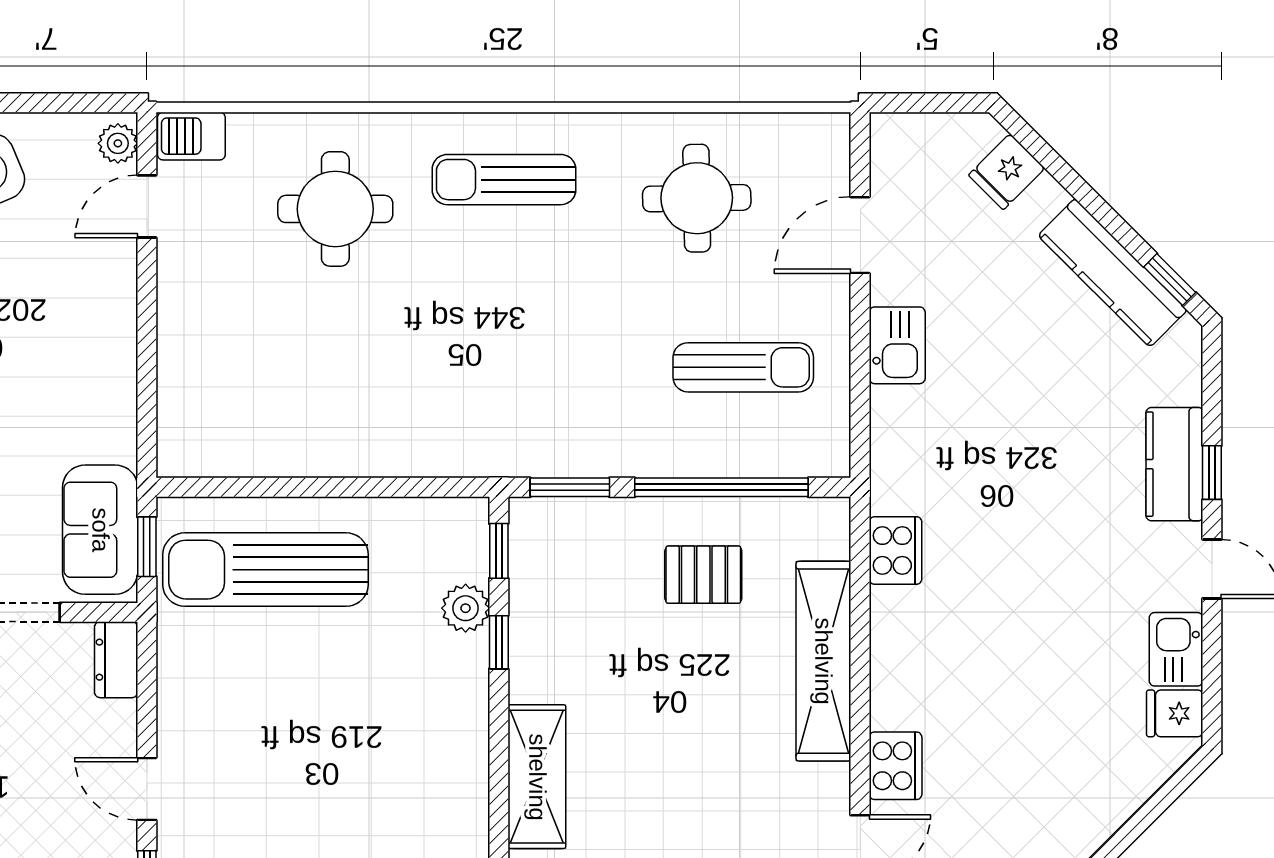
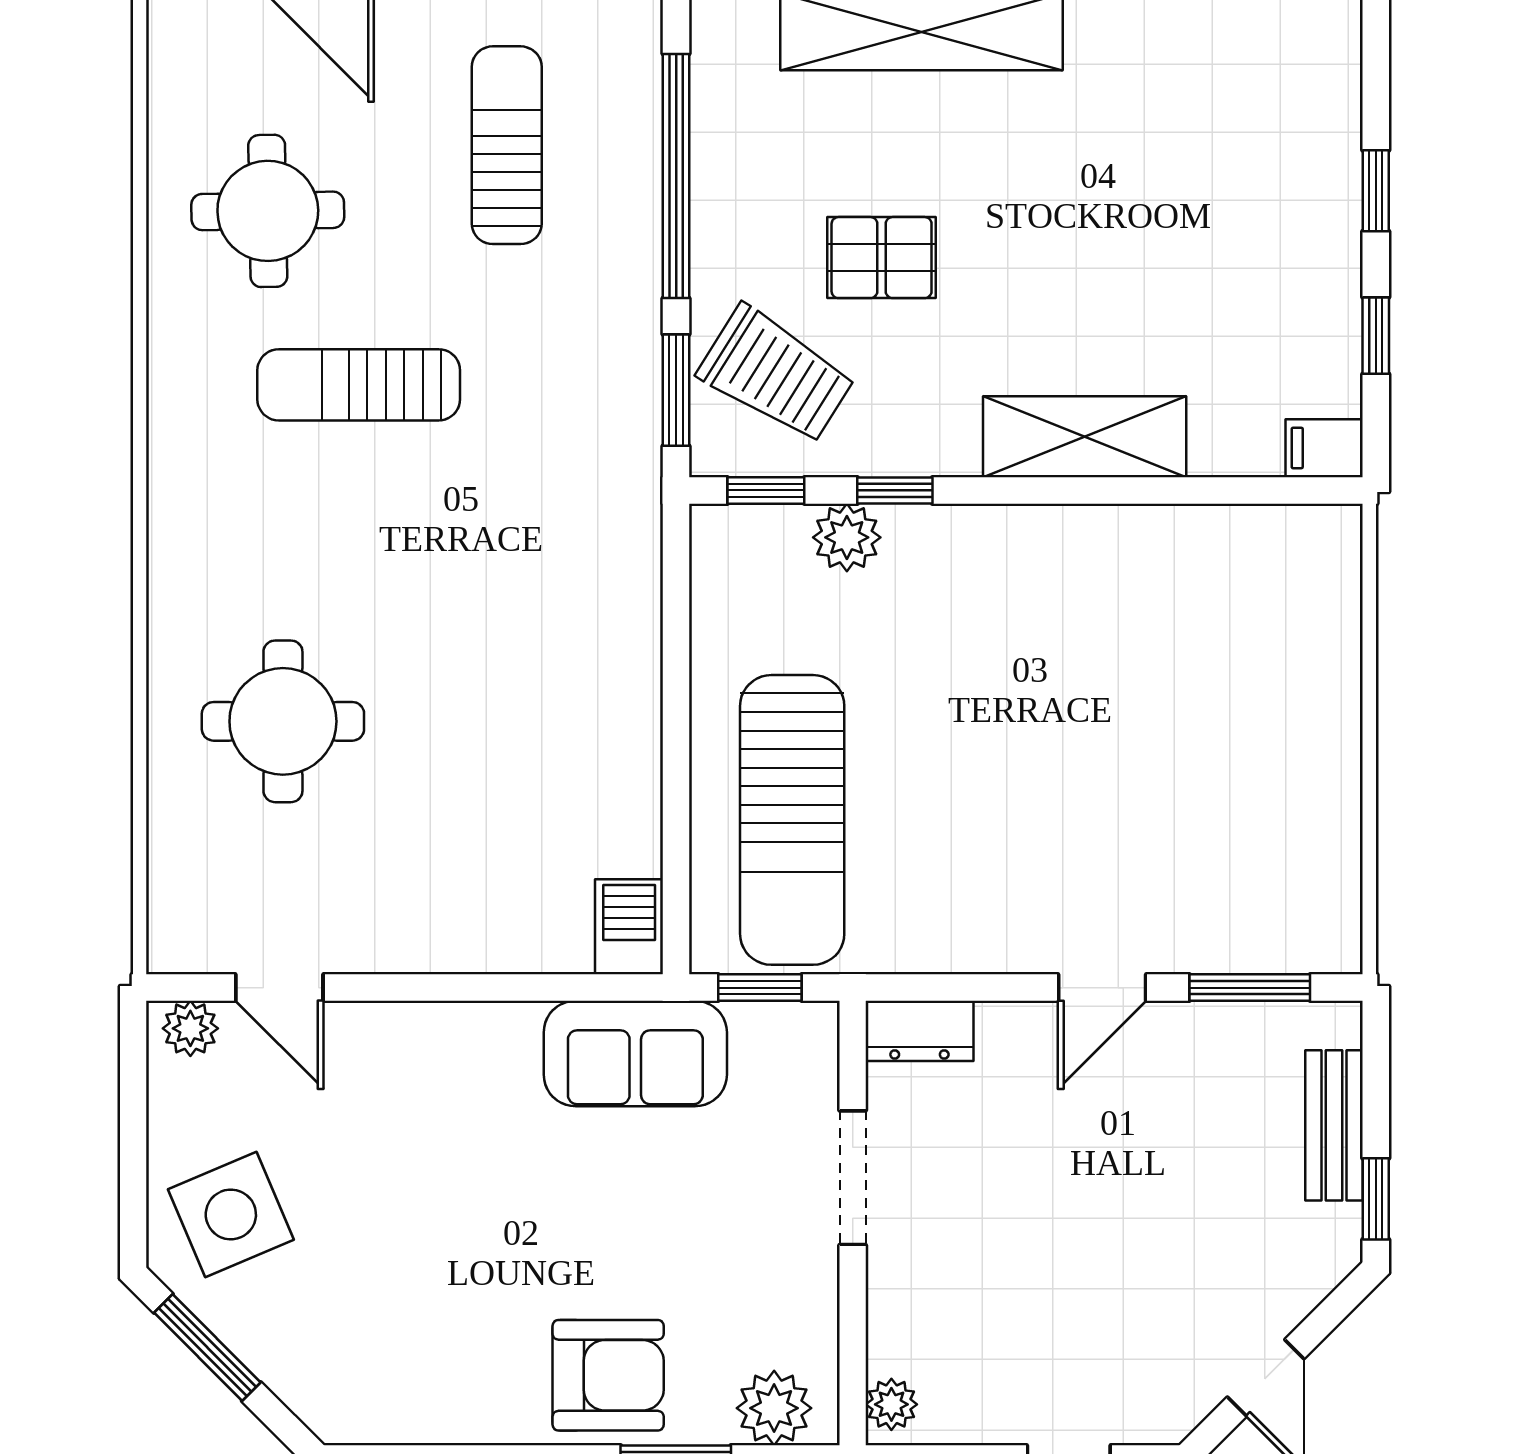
barbecue: (191, 136) -> (629, 927), moved, turned 180
sun lounger: (504, 180) -> (359, 385), moved, turned 90
sofa: (100, 530) -> (635, 1054), moved
trolley: (581, 558) -> (776, 374), added
pallet: (703, 575) -> (882, 258), moved, turned 90

